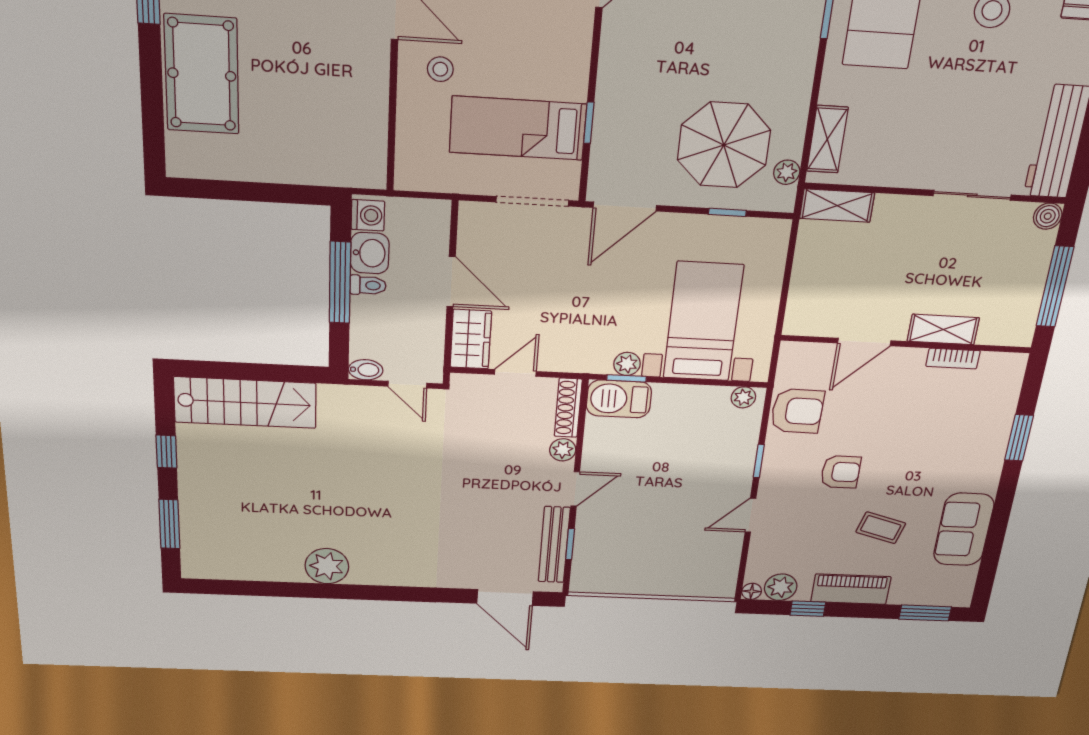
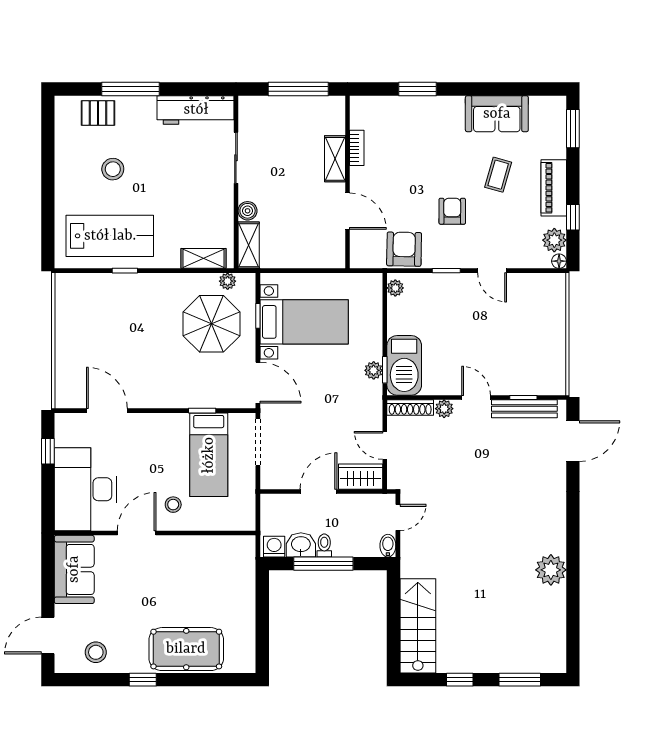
boiler: (1048, 216) -> (248, 211), moved
bed with nightstands: (703, 322) -> (304, 322), moved, turned 180
barbecue: (619, 399) -> (404, 365), width x1.37, depth x1.21

